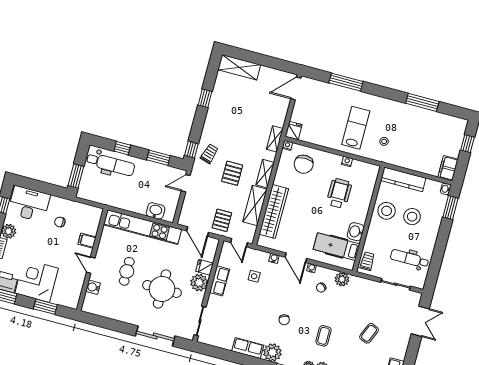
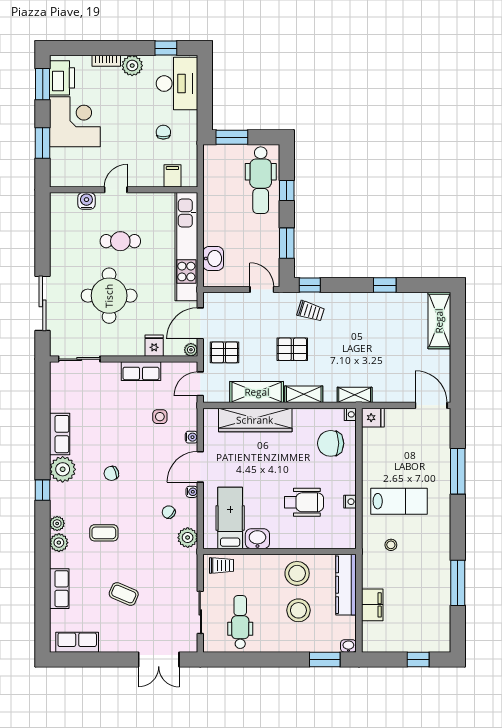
filing cabinet: (448, 168) -> (372, 605), moved, turned 90
filing cabinet: (87, 241) -> (172, 176), moved
plant: (199, 283) -> (191, 350), moved, width x0.53, depth x0.53

